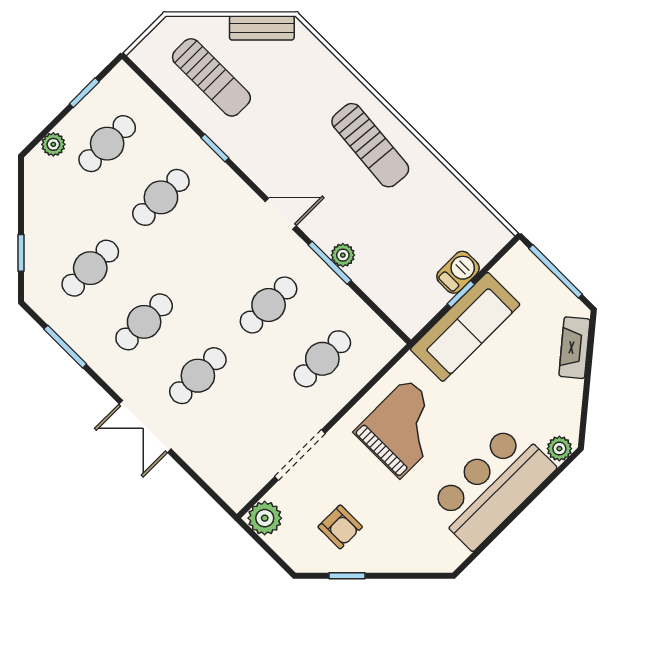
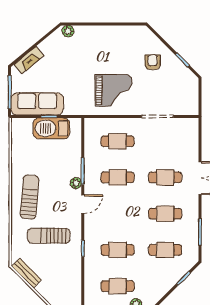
sun lounger: (211, 77) -> (49, 236), moved, turned -90
door: (281, 214) -> (83, 204), swing flipped
plant: (343, 255) -> (76, 183), moved
barbecue: (458, 272) -> (51, 128), width x1.88, depth x1.53
sofa: (465, 327) -> (37, 104), moved
grand piano: (404, 428) -> (114, 90), turned 180
bar counter: (492, 487) -> (104, 41), removed
plant: (265, 518) -> (191, 107), removed
armchair: (340, 527) -> (153, 62), moved

